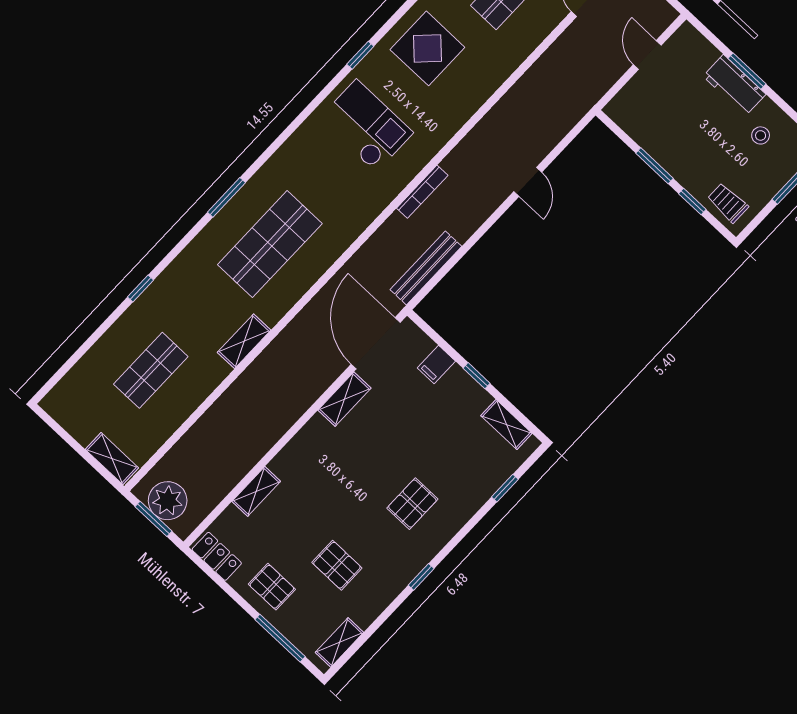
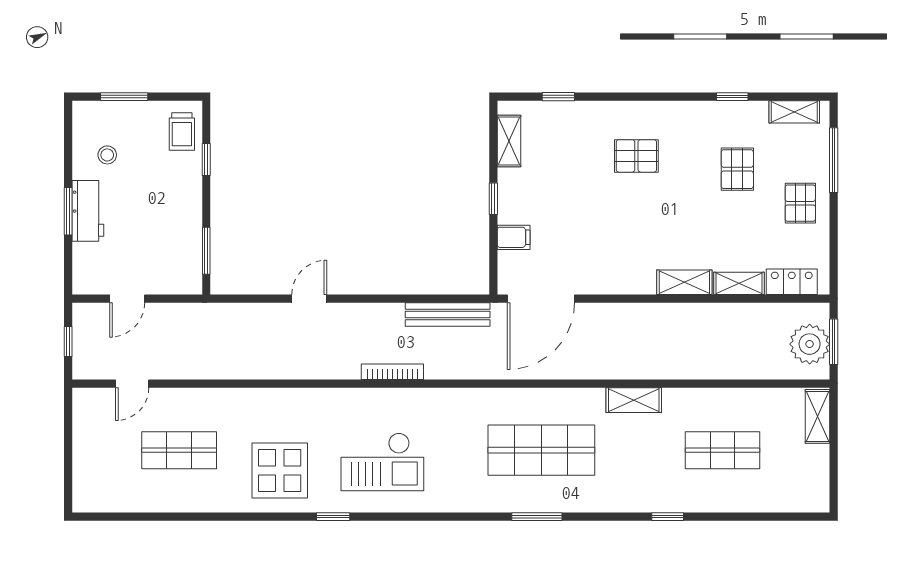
checkout: (366, 126) -> (382, 462), turned -90
window: (654, 166) -> (206, 251), moved
shelving: (344, 399) -> (684, 282), moved
locker: (217, 556) -> (792, 282), moved, turned 90
window: (421, 577) -> (732, 97), moved

